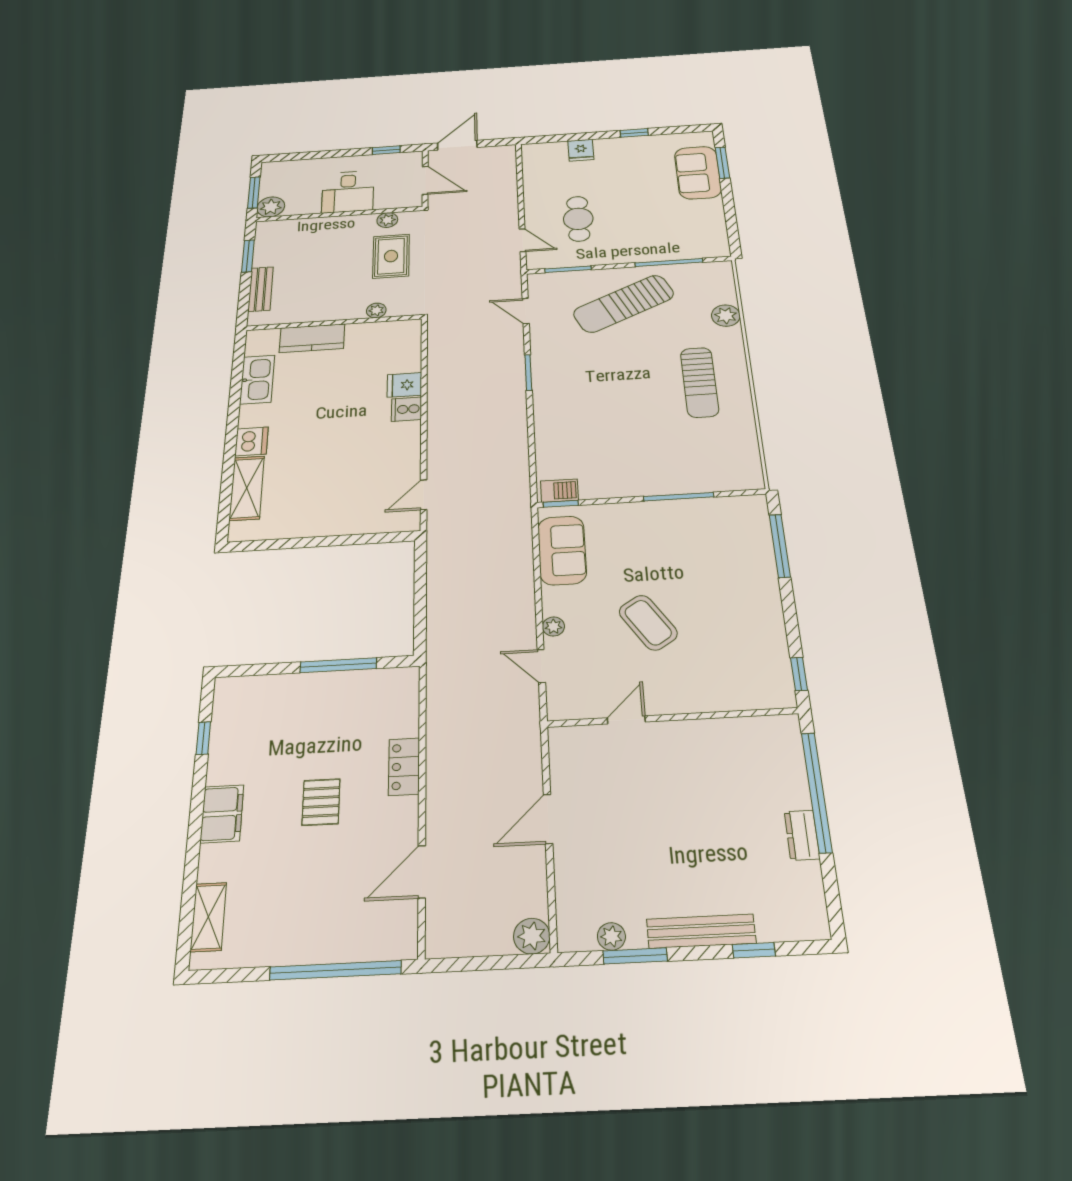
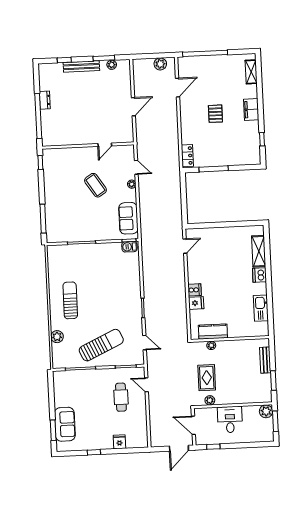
kitchen counter: (312, 338) -> (213, 332), moved
locker: (404, 767) -> (187, 156), moved
plant: (532, 936) -> (160, 64), moved

